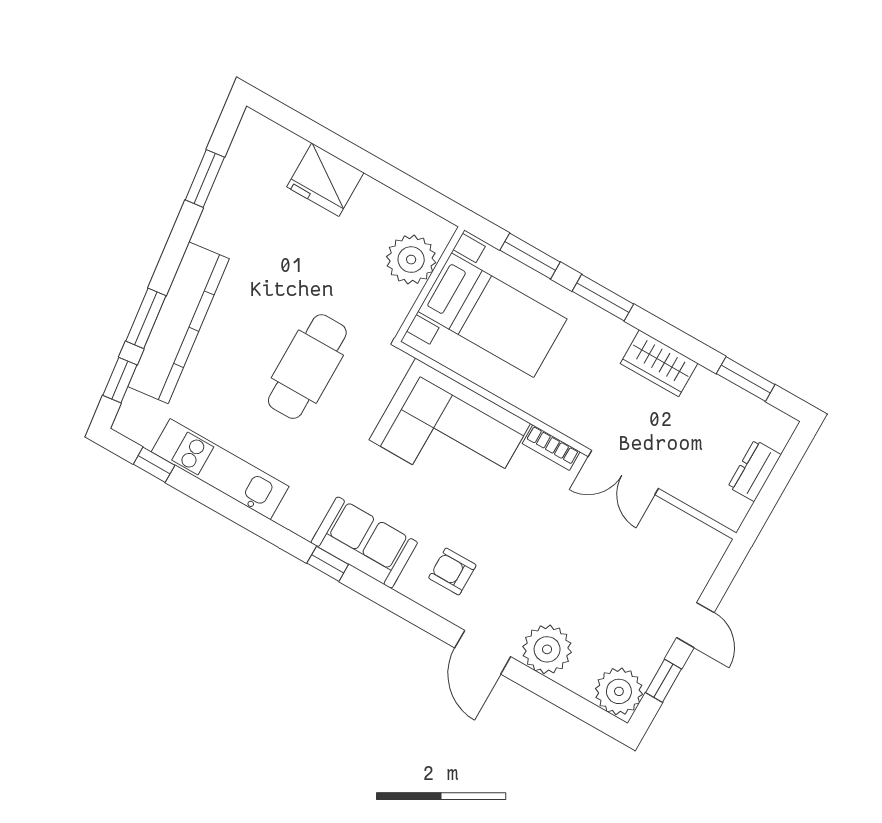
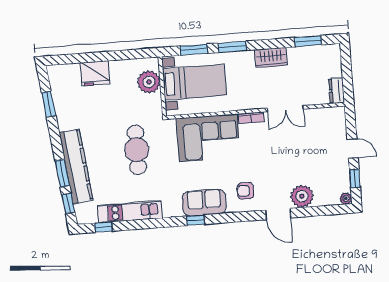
dresser: (755, 471) -> (337, 91), moved
plant: (619, 691) -> (346, 198), width x0.53, depth x0.53

